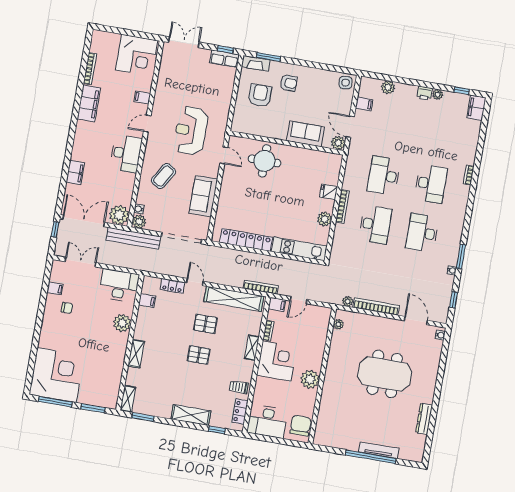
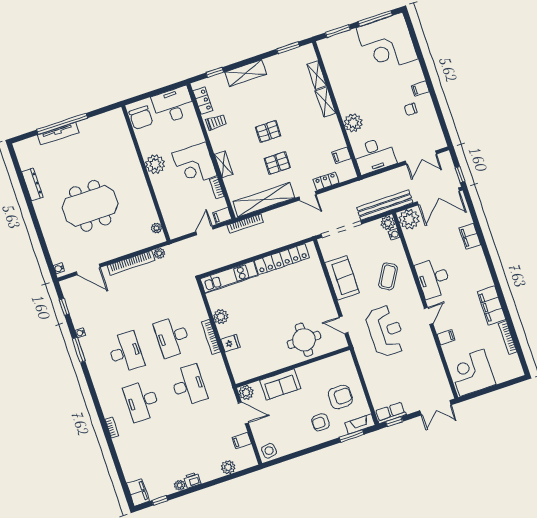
armchair: (260, 95) -> (340, 397), turned -90
filing cabinet: (55, 288) -> (420, 89), moved
shelving: (128, 399) -> (317, 75), moved

